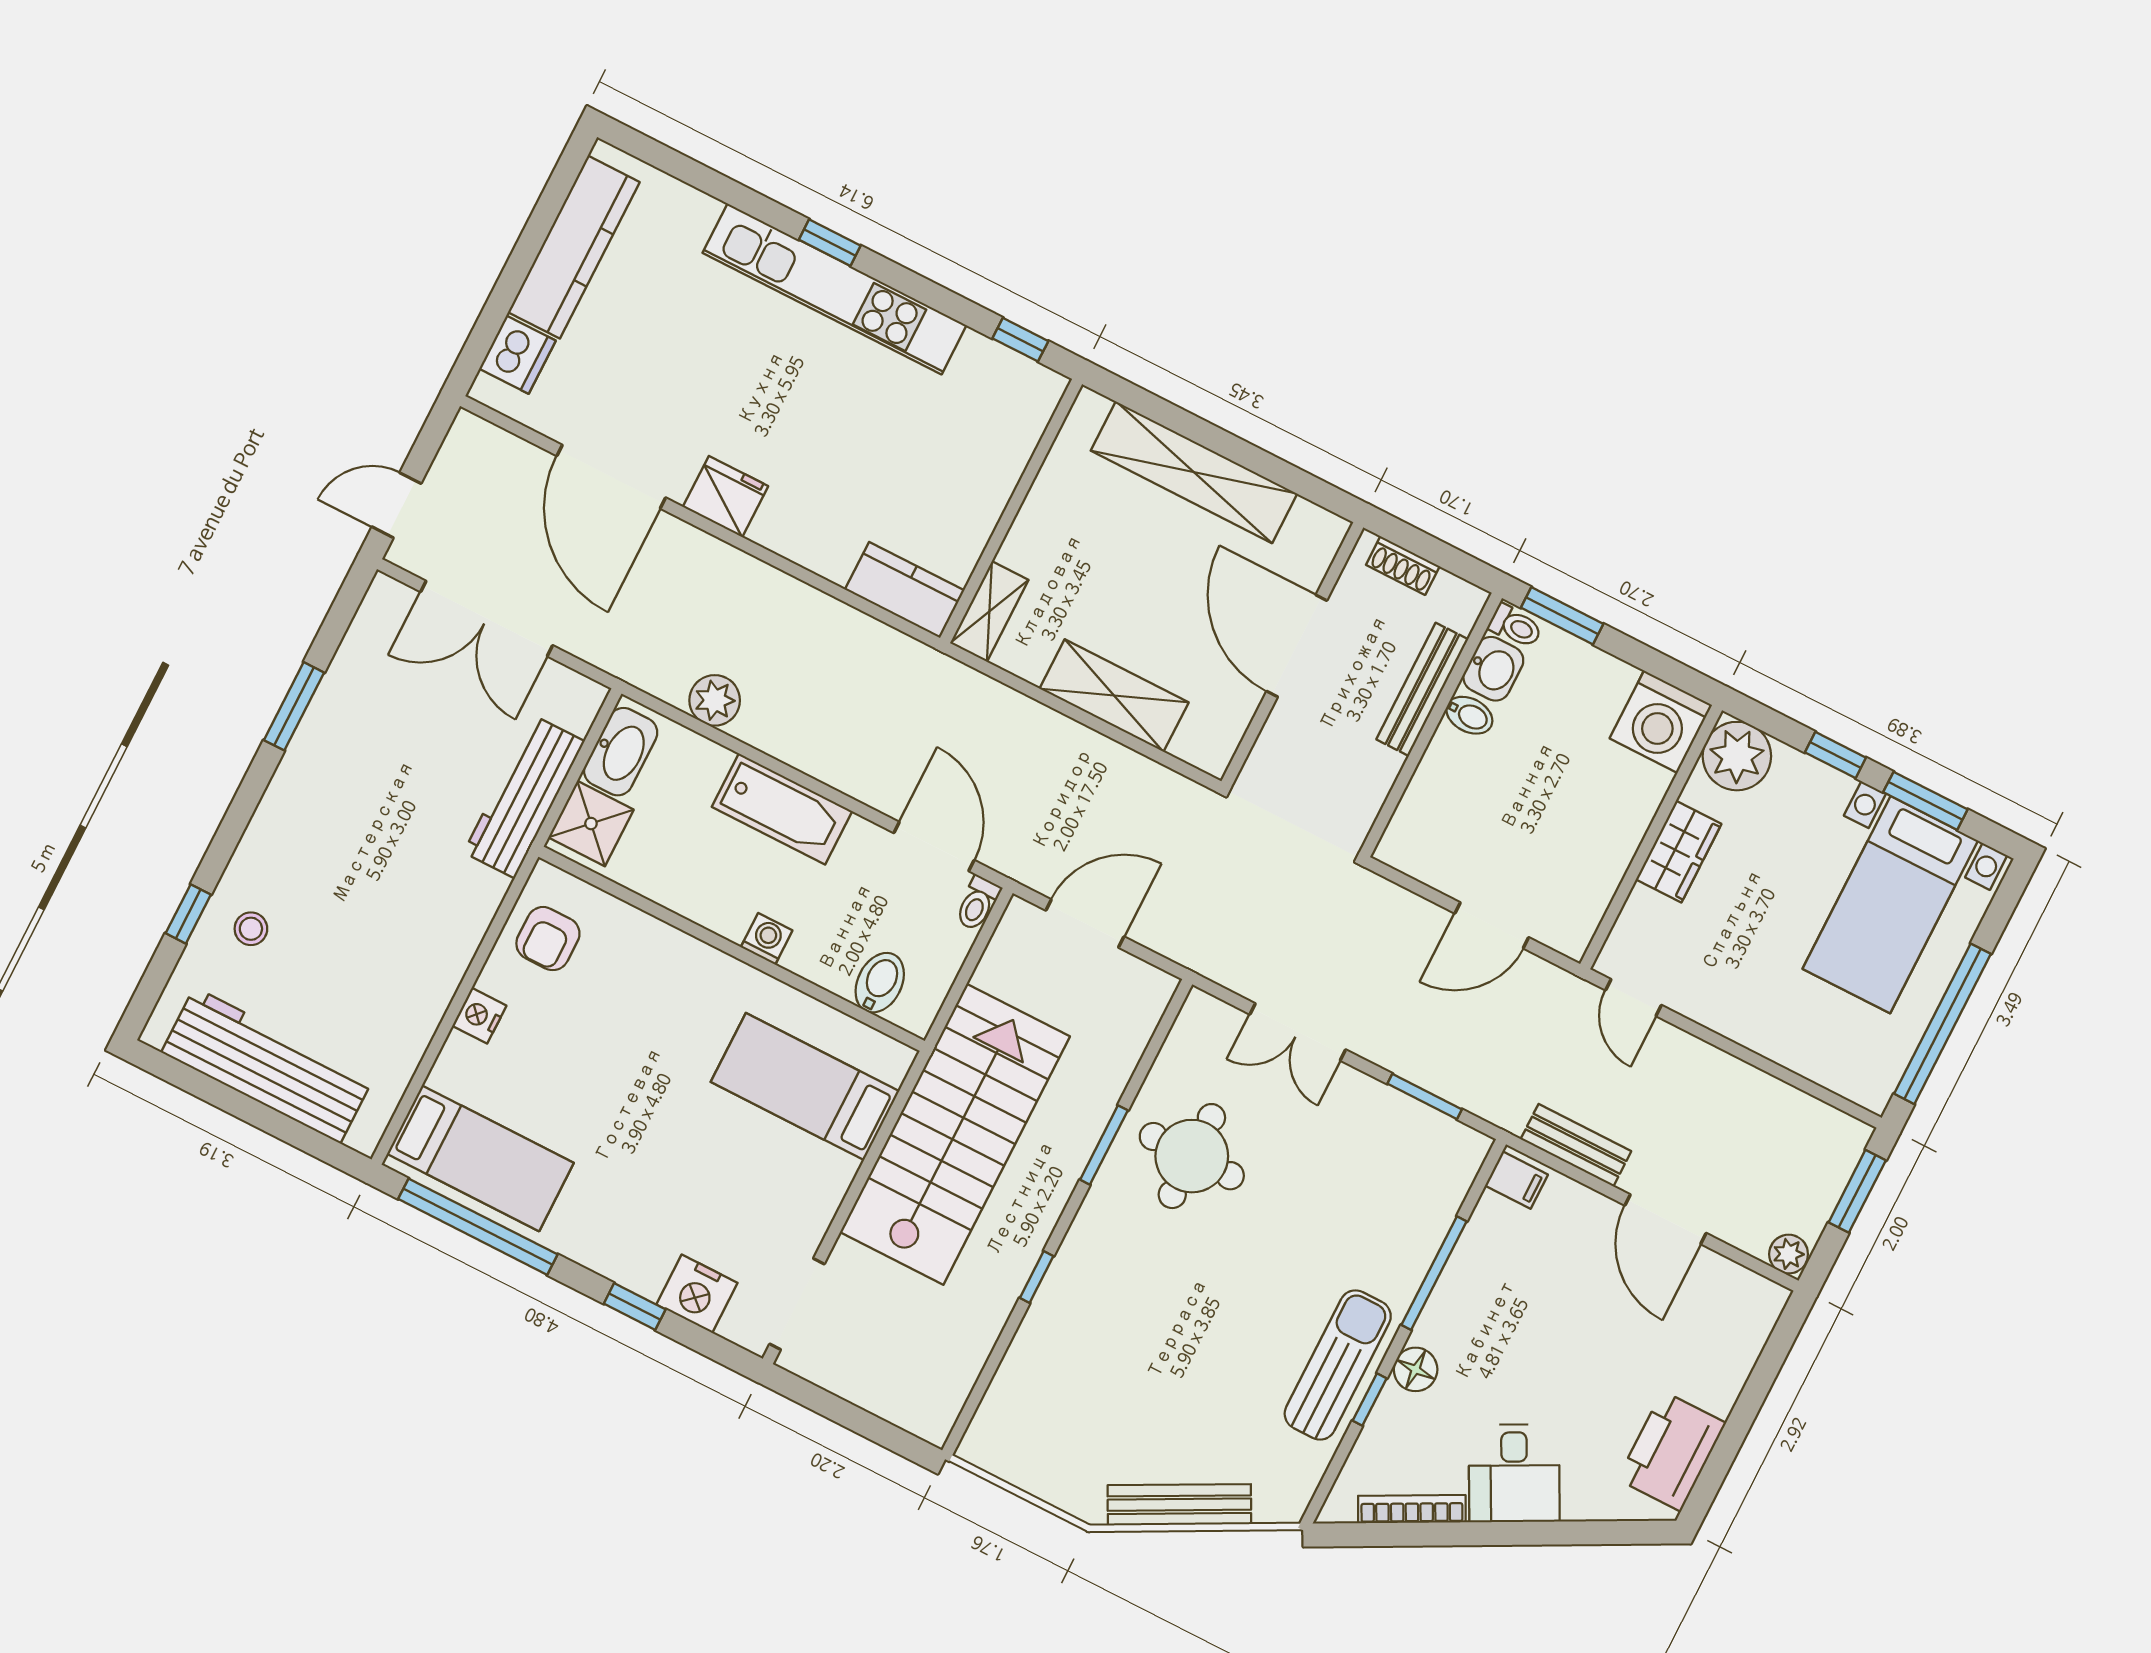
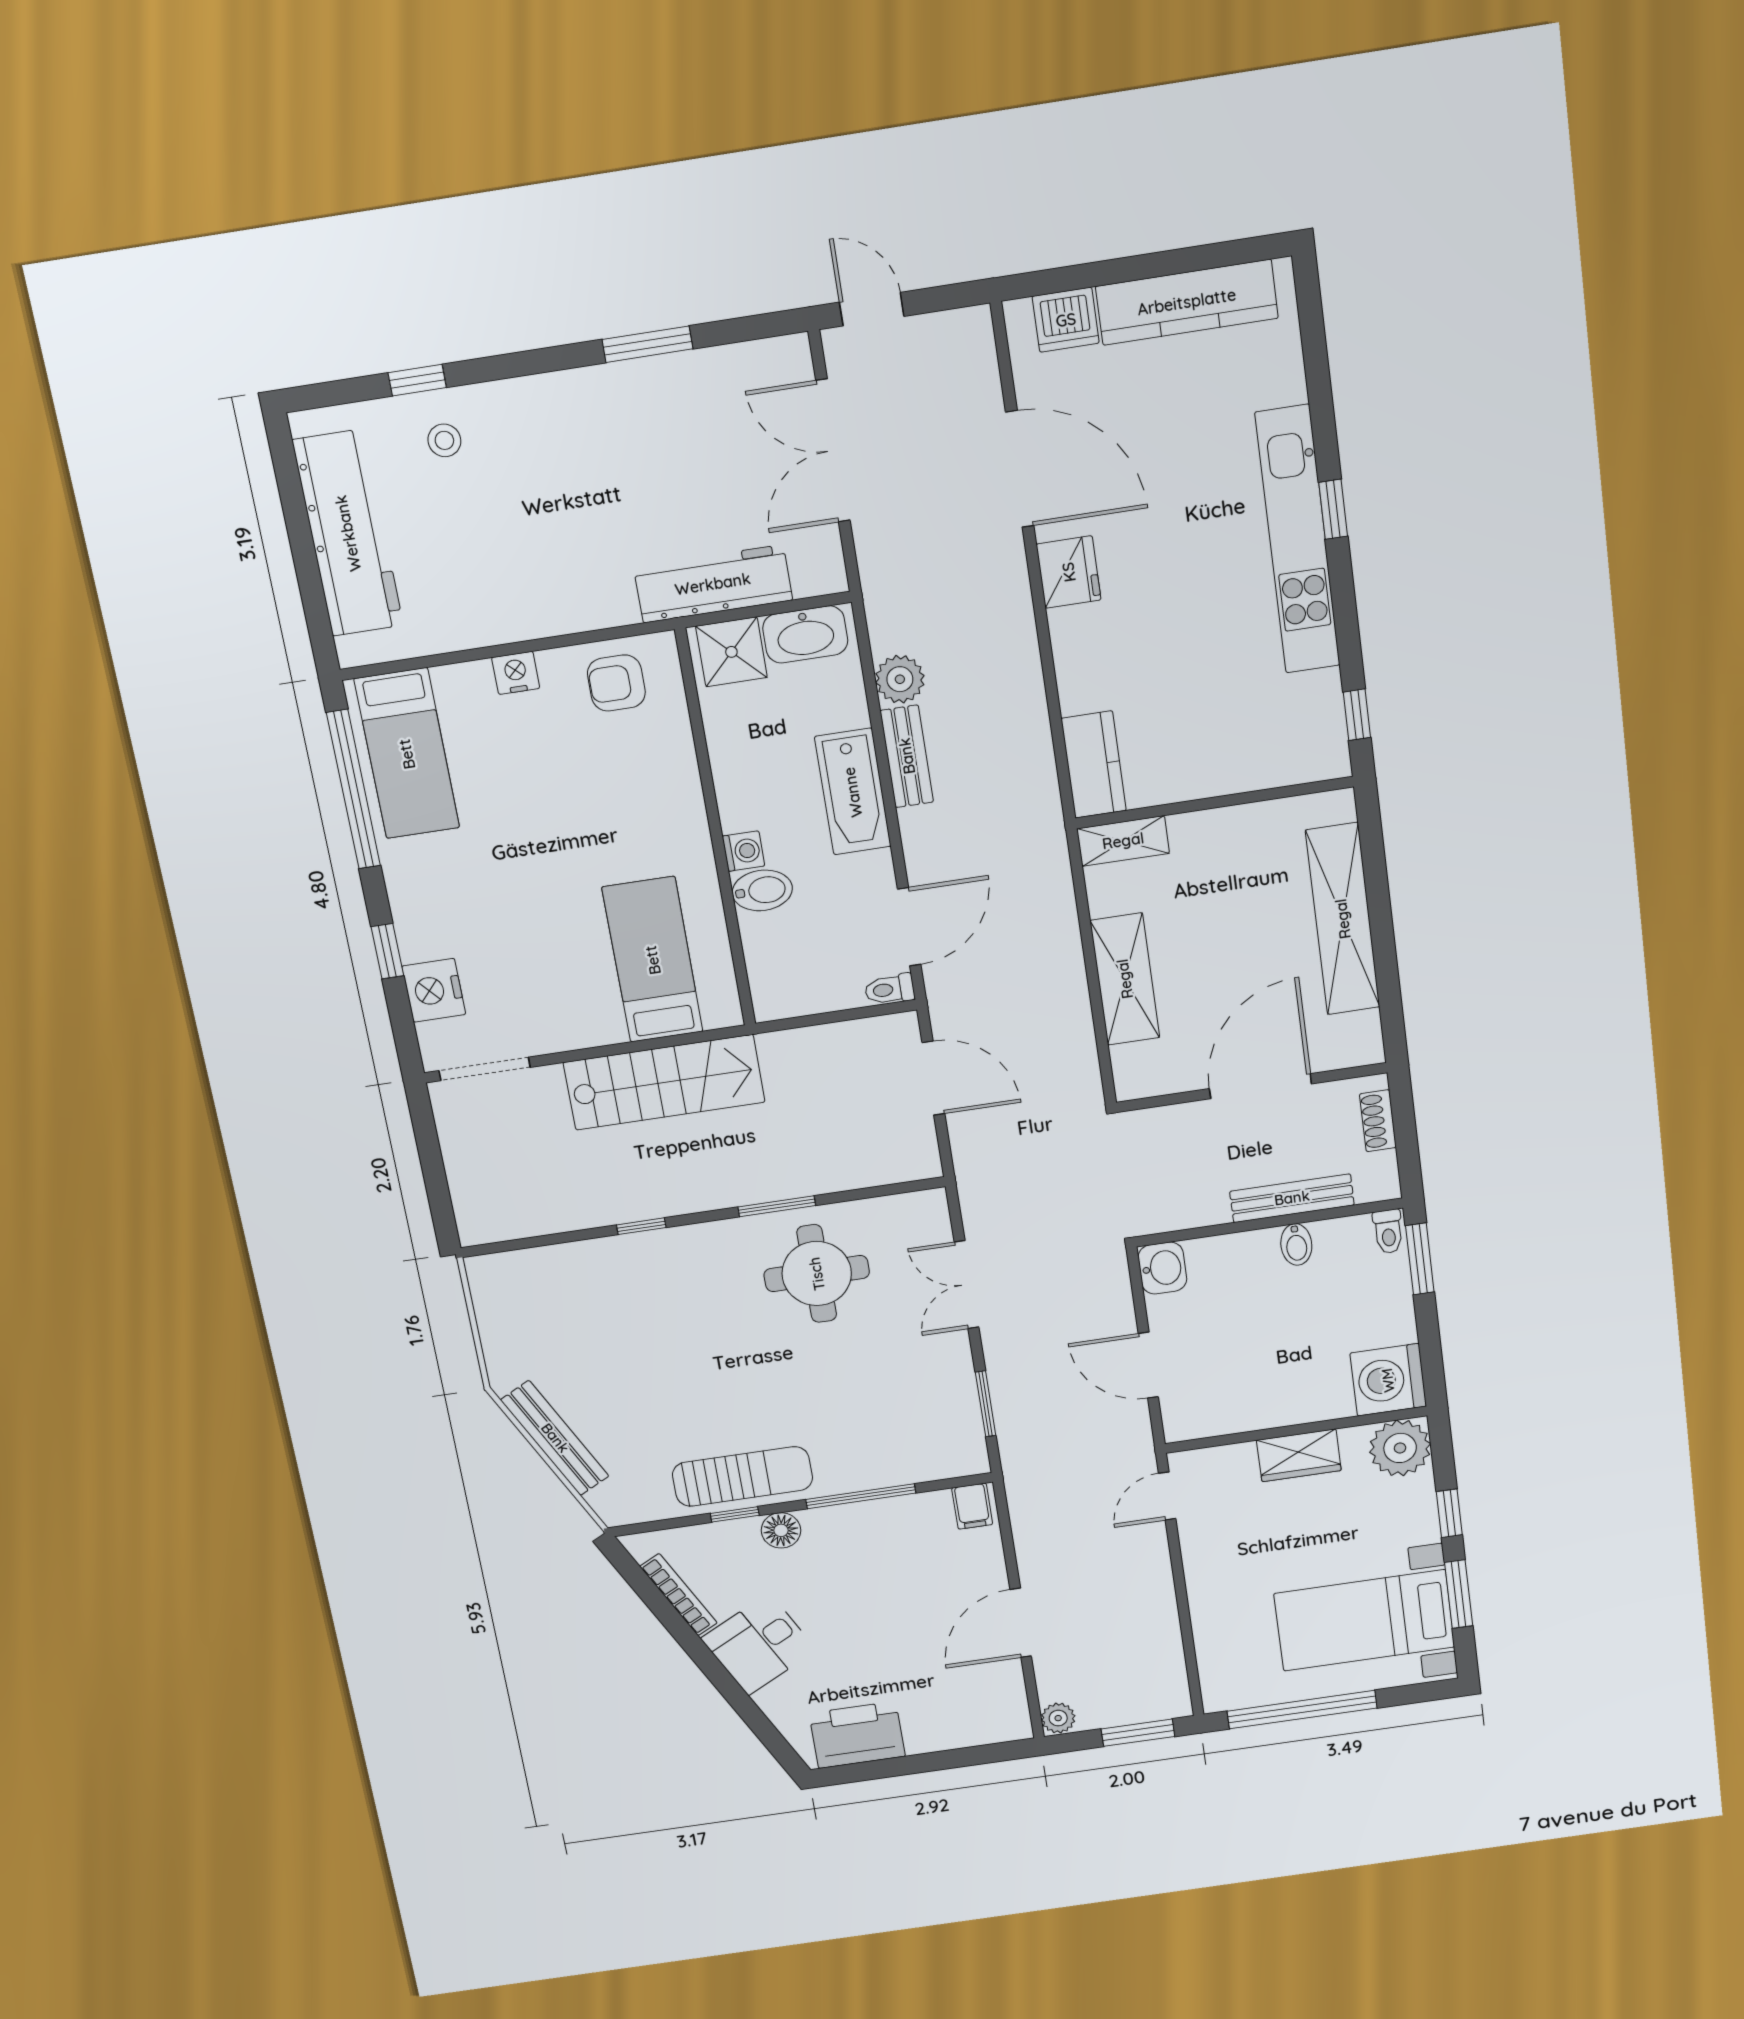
door: (611, 477) -> (1020, 469), swing flipped
washbasin: (1493, 669) -> (1162, 1268), moved, turned -90
bidet: (880, 983) -> (762, 890), moved
stairs: (955, 1134) -> (664, 1082), width x0.73, depth x0.66
bench: (1576, 1145) -> (907, 756), moved

